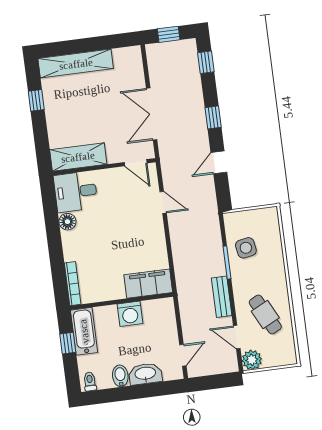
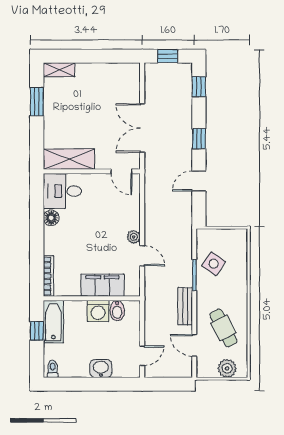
shelving: (76, 64) -> (59, 70), width x0.45, depth x0.75
window: (36, 100) -> (37, 102), width x1.50
door: (163, 202) -> (142, 256), moved
plant: (158, 230) -> (134, 237), added
side table: (246, 248) -> (214, 264), turned 45
filing cabinet: (148, 284) -> (102, 285), moved
plant: (252, 360) -> (227, 368), moved
washbasin: (145, 374) -> (101, 368), width x0.72
bidet: (120, 376) -> (117, 311), moved, turned 180

